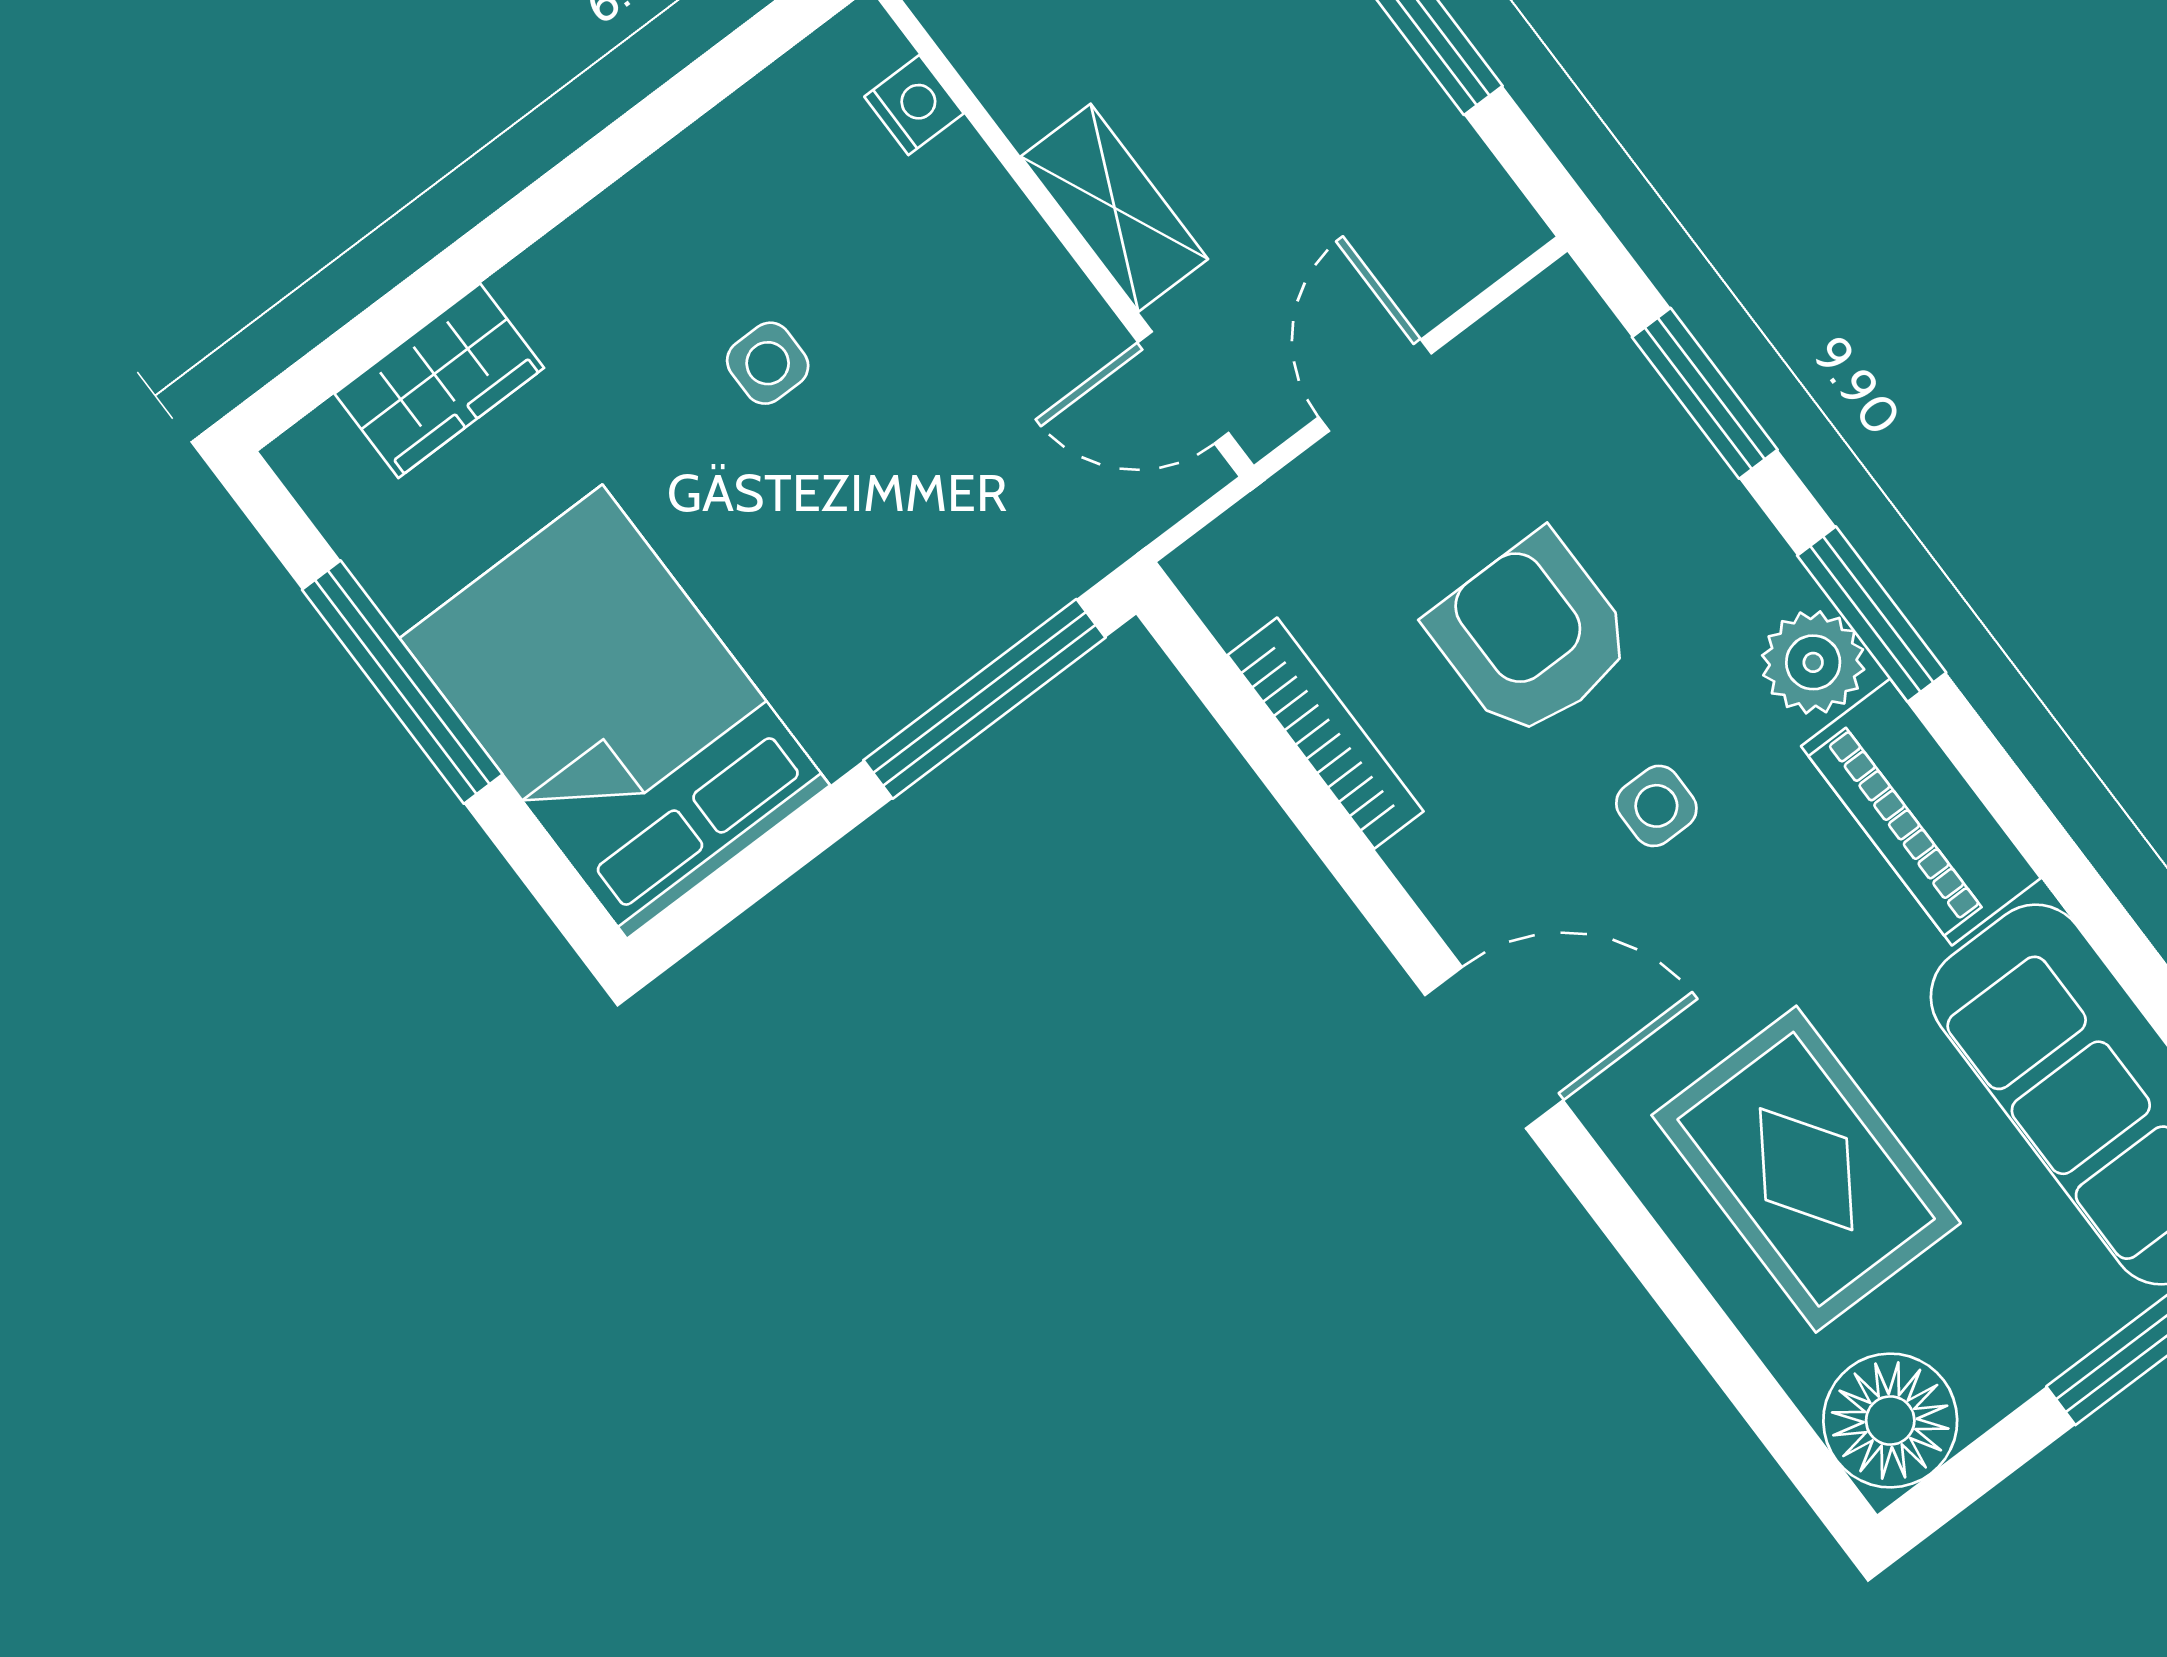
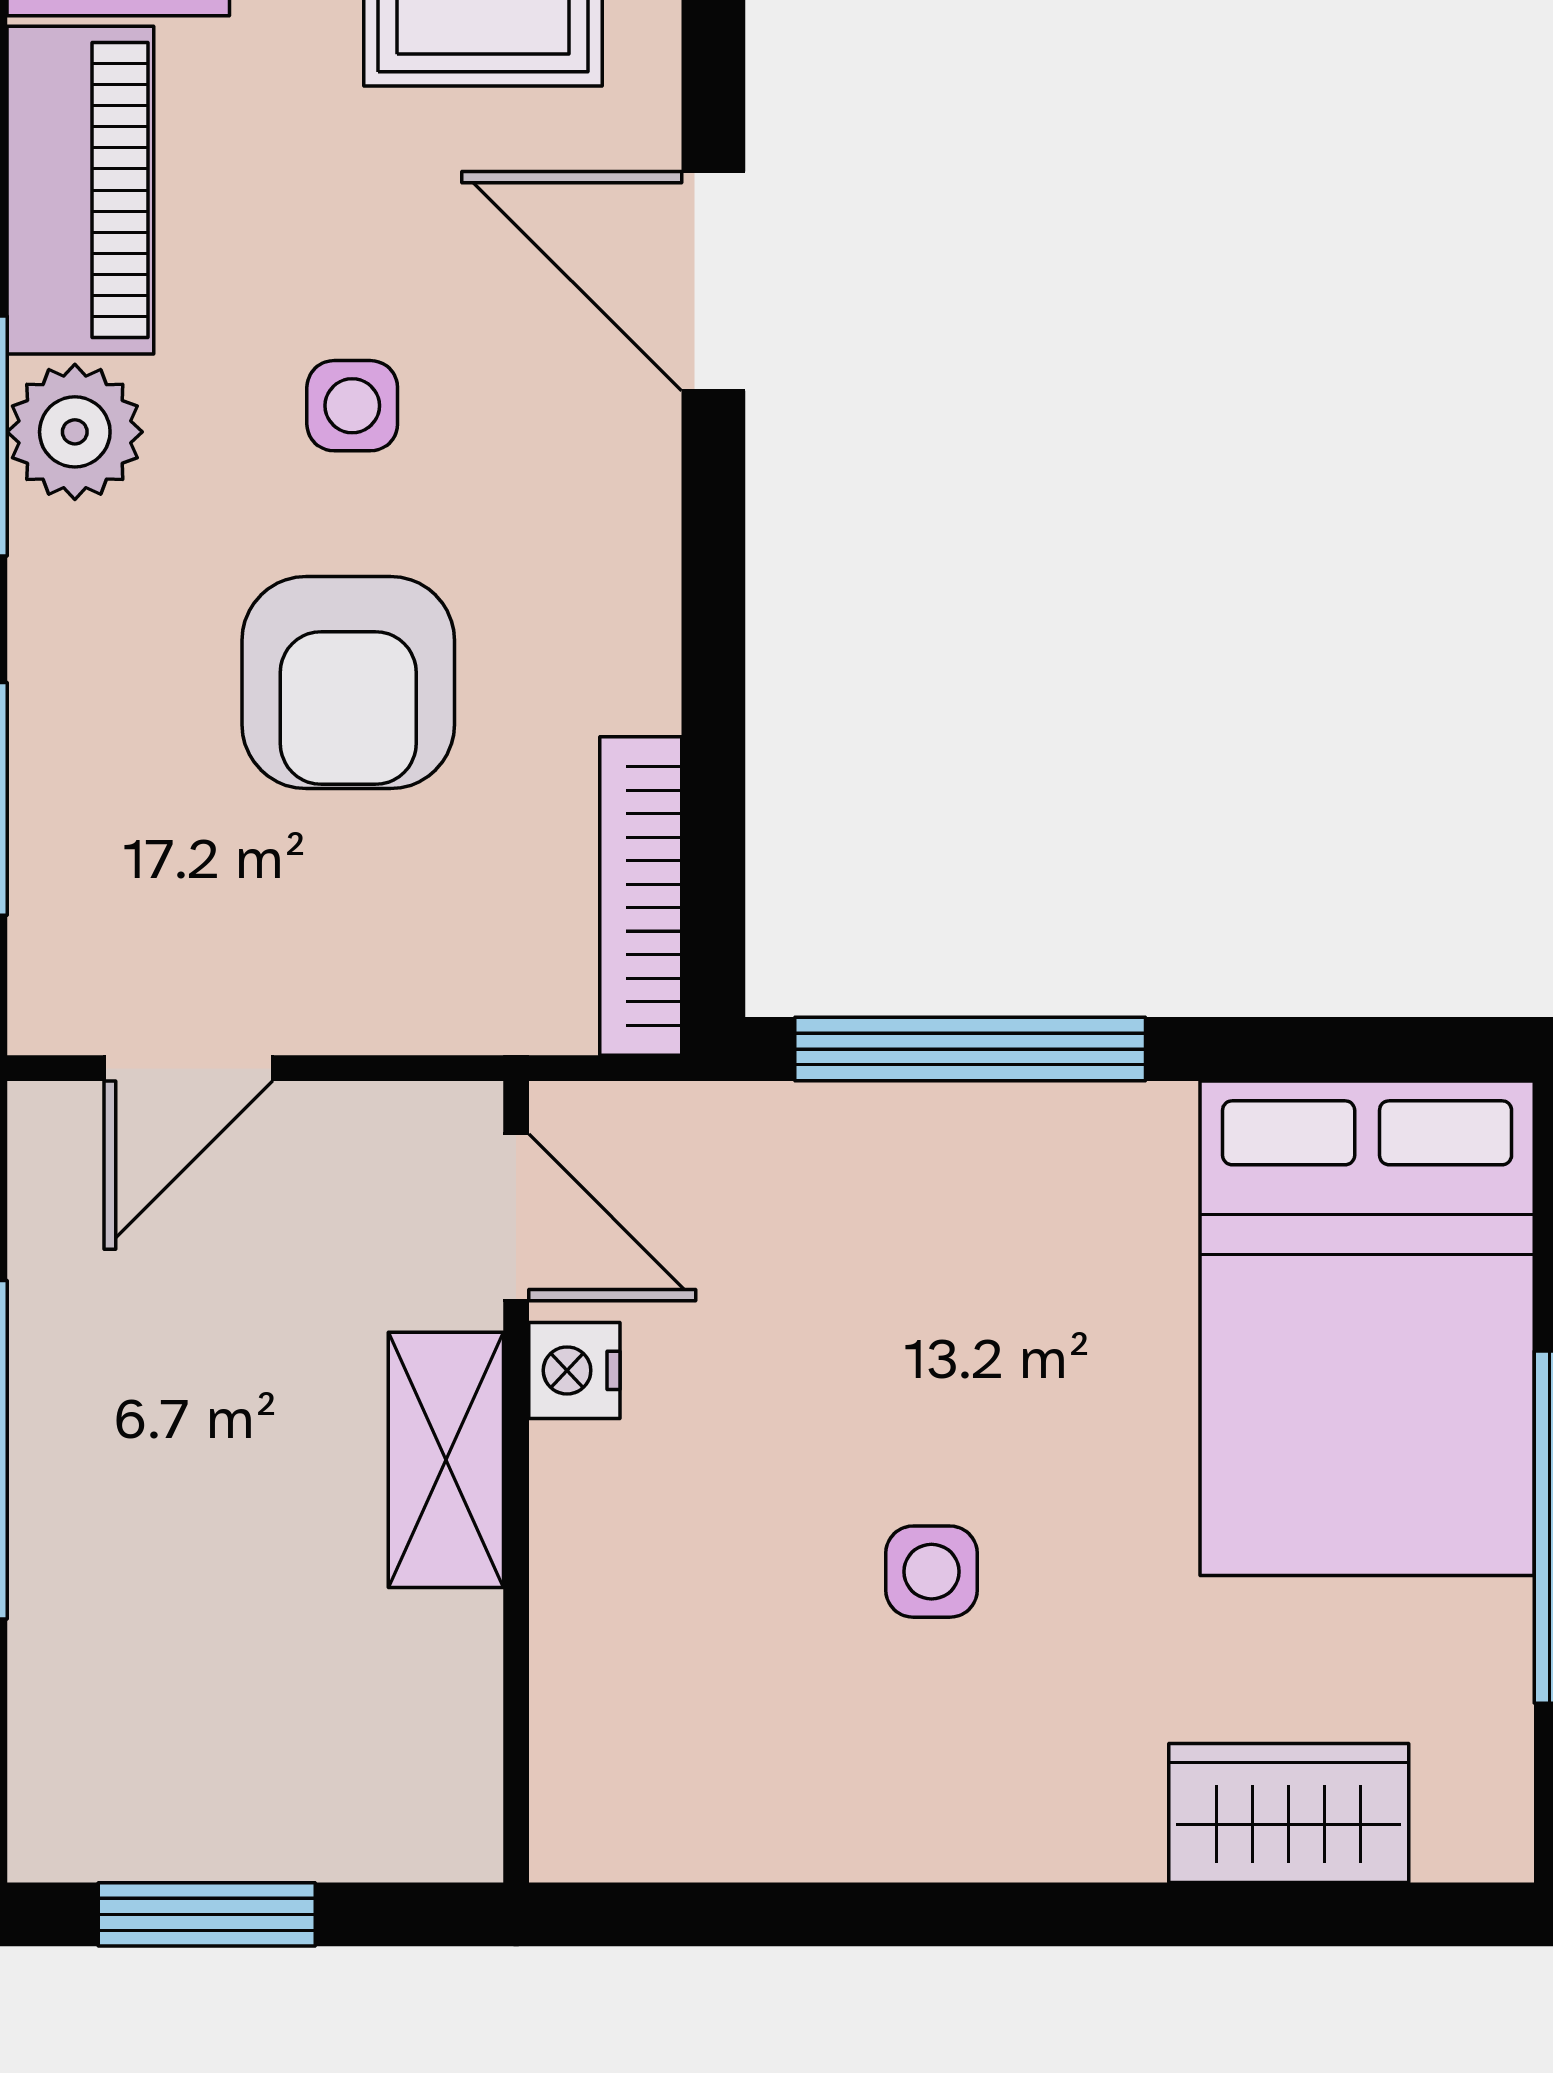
nightstand: (914, 105) -> (574, 1370), moved
door: (1375, 385) -> (188, 1068), moved
bookcase: (1326, 733) -> (641, 896), moved

